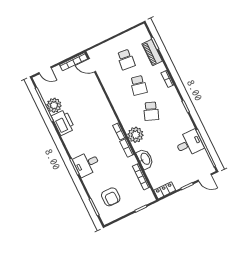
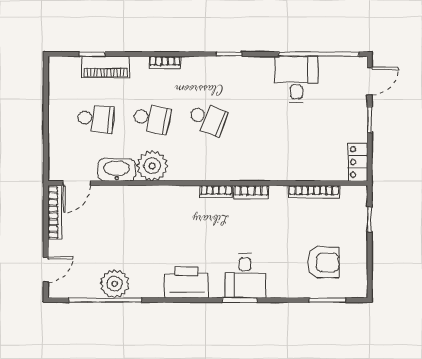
printer: (63, 122) -> (186, 282), moved
plant: (136, 135) -> (152, 166), moved
washbasin: (145, 159) -> (117, 170), moved

